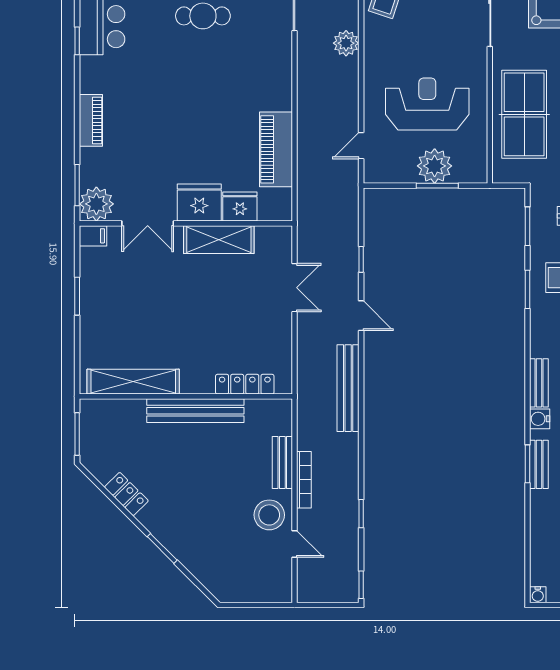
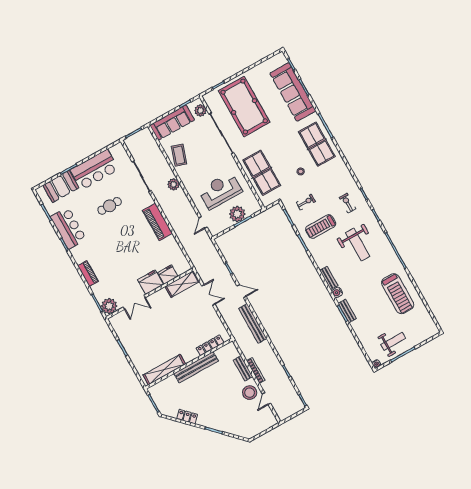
piano: (276, 149) -> (157, 222), moved
filing cabinet: (93, 236) -> (115, 320), removed
shelving: (219, 240) -> (182, 284), moved
door: (295, 544) -> (266, 399), swing flipped

